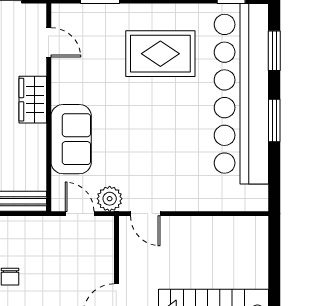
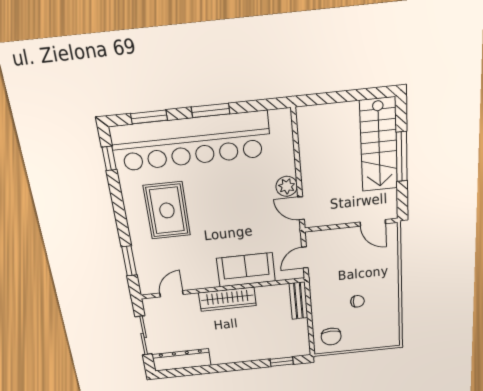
wardrobe: (33, 100) -> (227, 299), width x1.50
plant: (110, 199) -> (287, 186), moved
door: (145, 214) -> (301, 208), swing flipped

